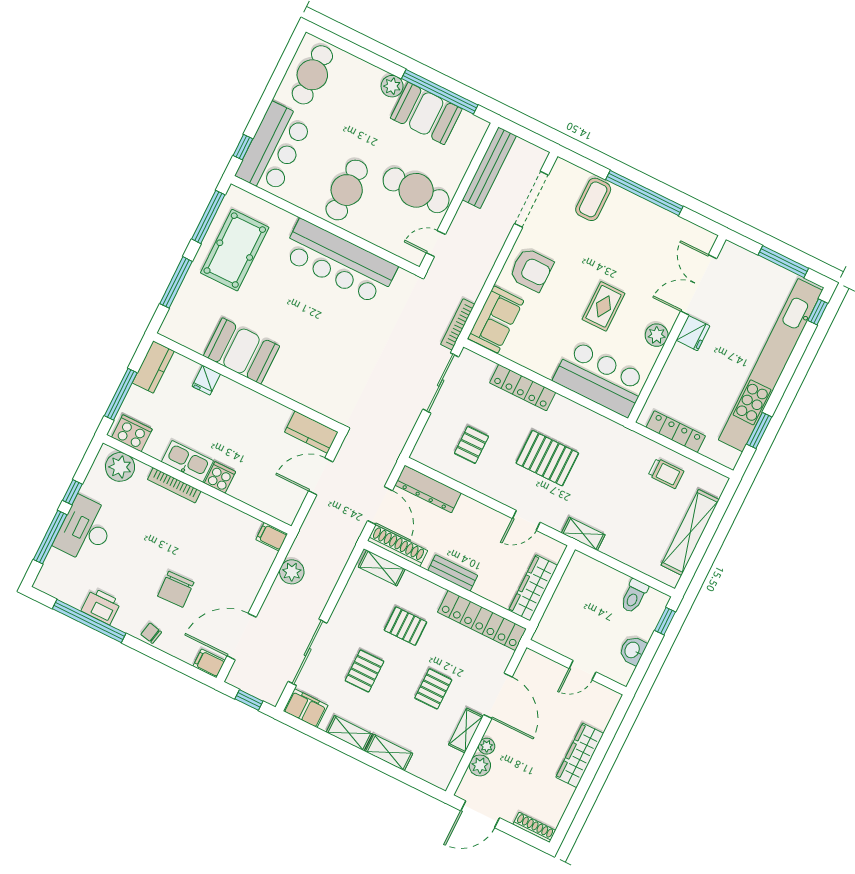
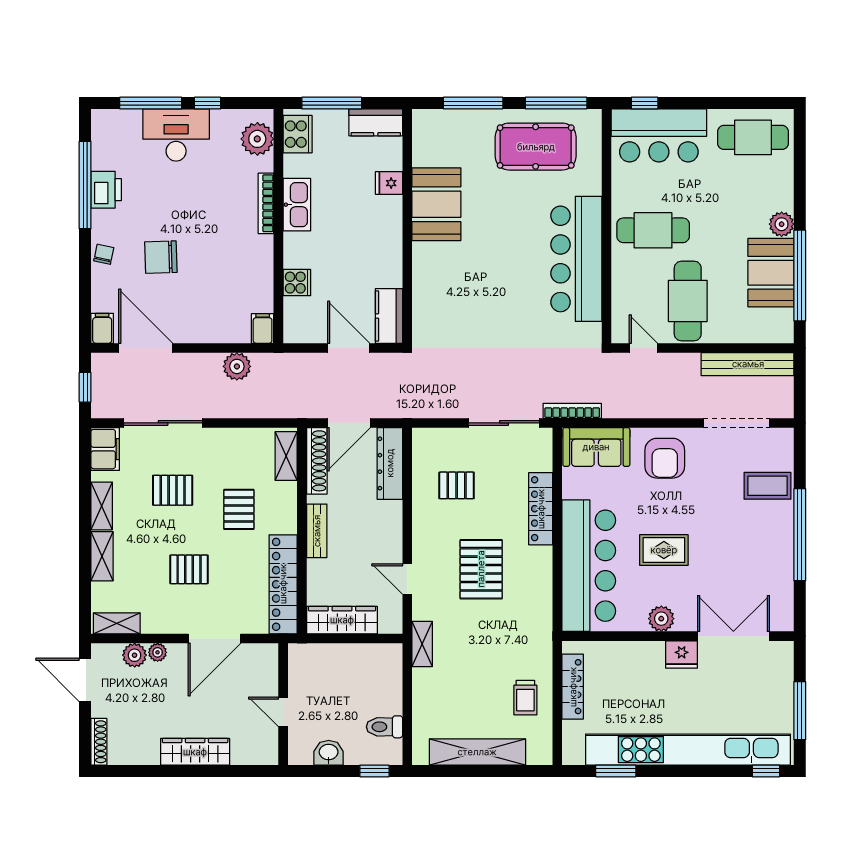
bar counter: (600, 379) -> (589, 566), width x1.36
cooker: (220, 477) -> (297, 283), moved
shelving: (466, 730) -> (117, 623), moved

